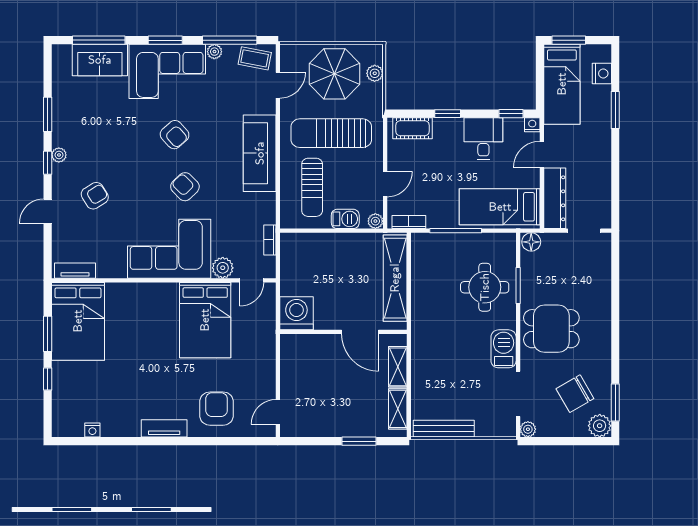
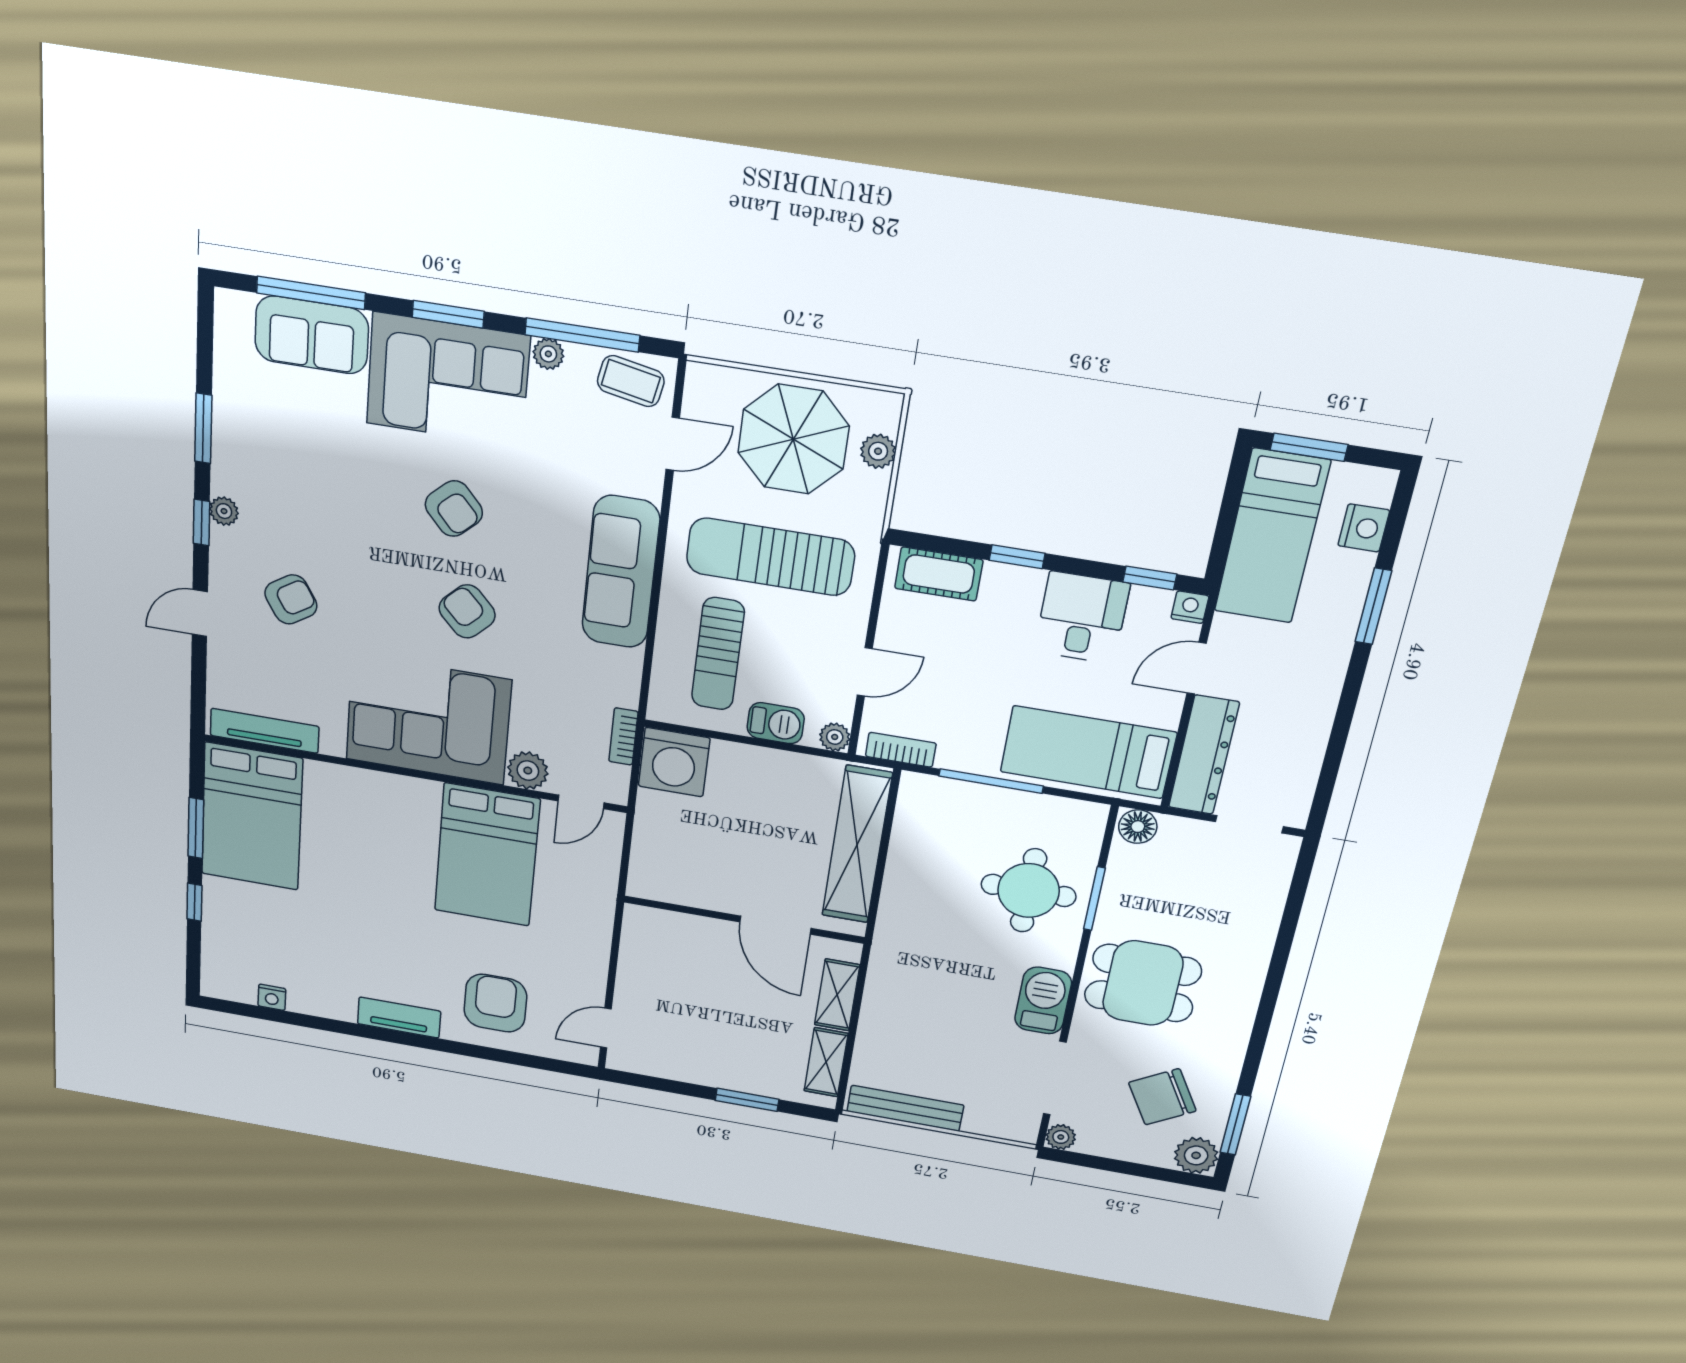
tv unit: (75, 271) -> (264, 731), width x1.41
washing machine: (296, 313) -> (674, 762), moved, turned 180

